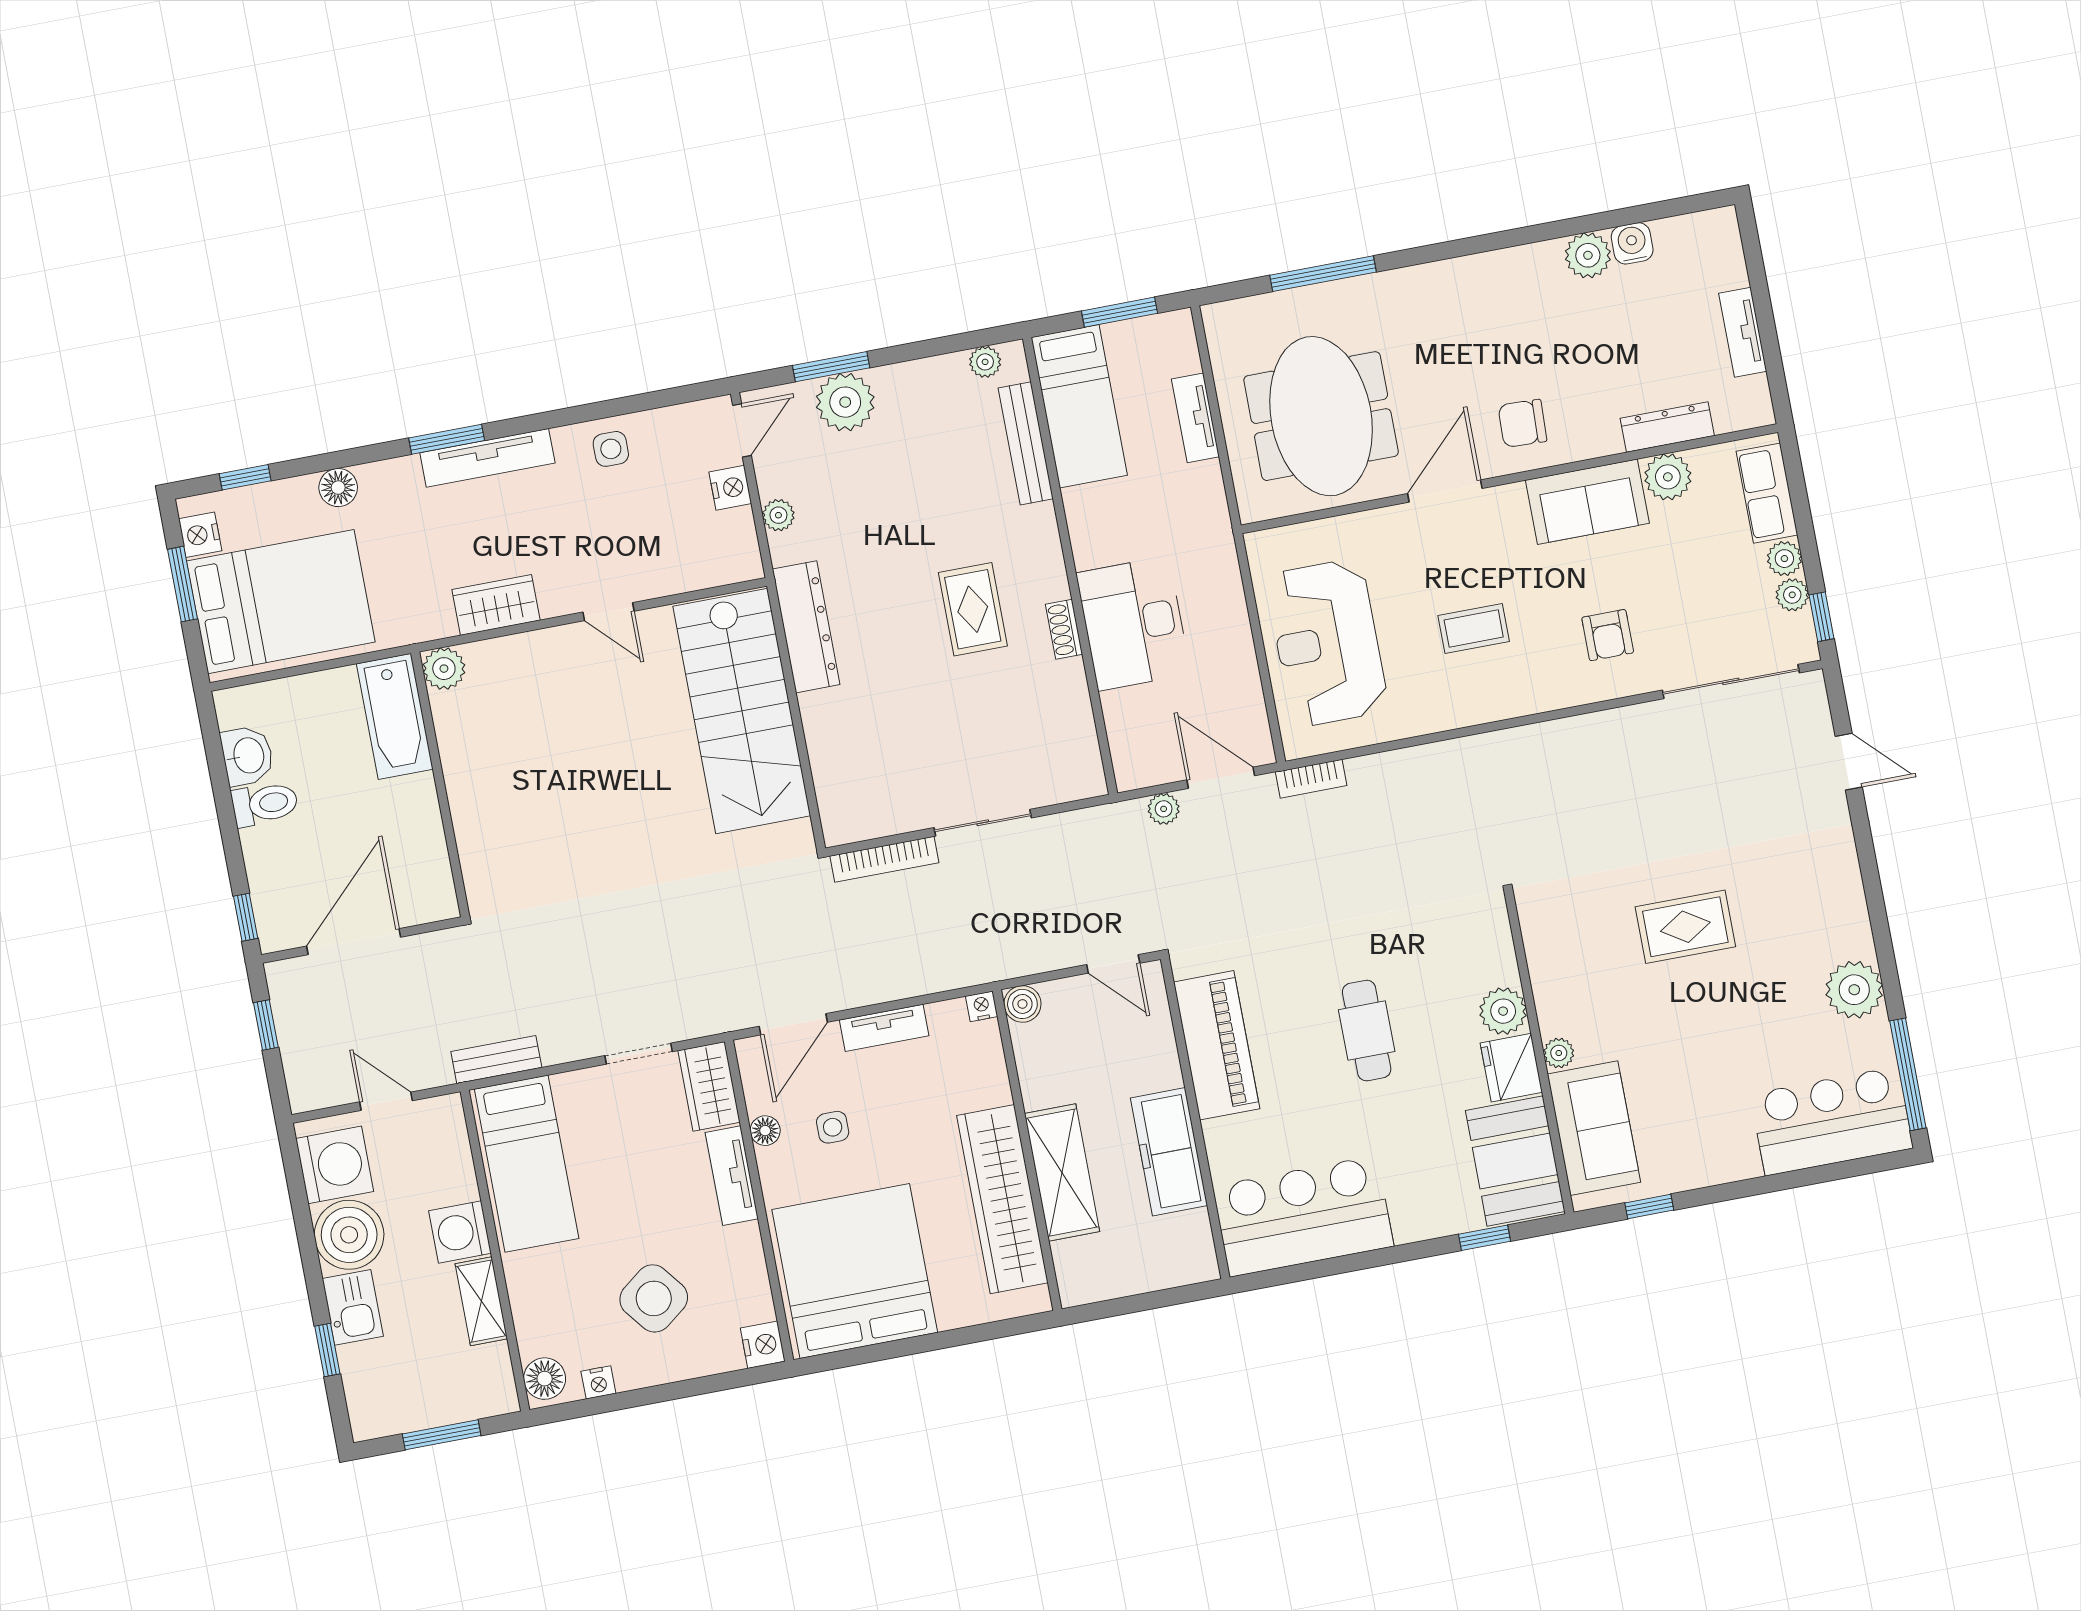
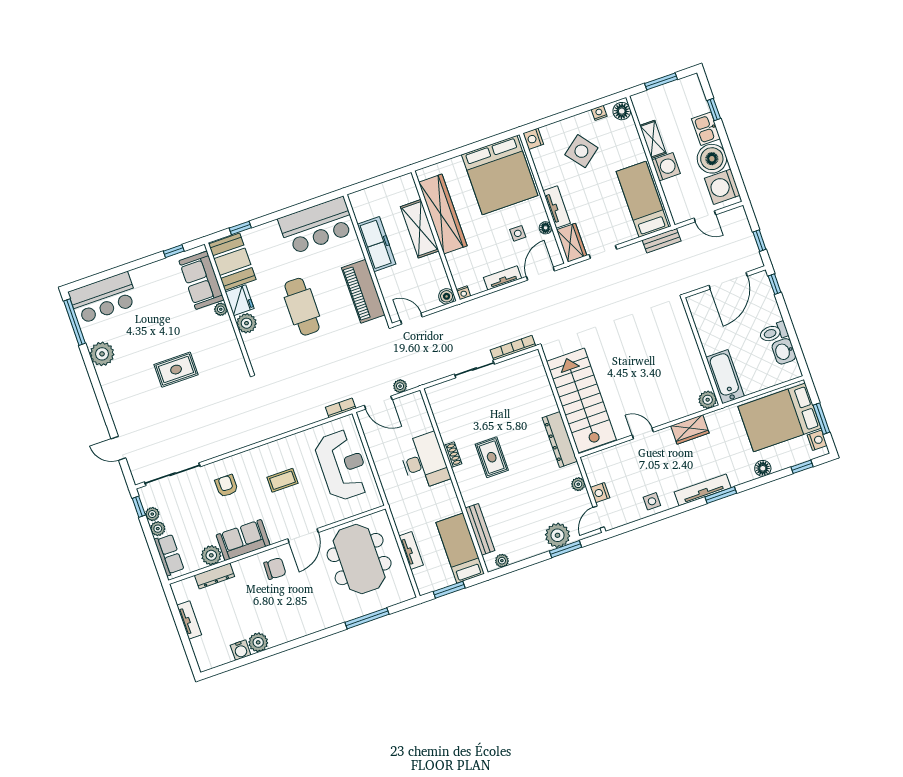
cafe table: (1367, 1031) -> (302, 307), width x1.37, depth x1.35

